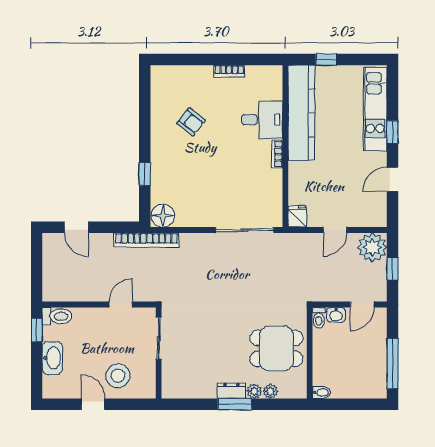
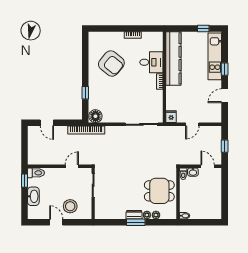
window: (326, 60) -> (203, 28), moved
armchair: (191, 122) -> (111, 64), width x1.88, depth x1.88
plant: (372, 247) -> (213, 134), removed
door: (362, 305) -> (208, 166), swing flipped
window: (392, 363) -> (225, 199), removed

